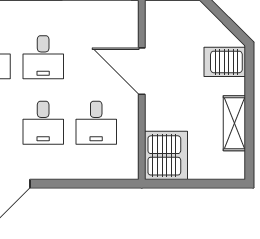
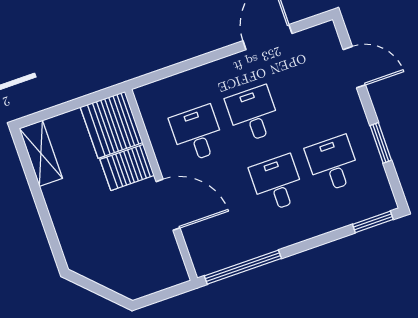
server rack: (225, 62) -> (127, 167), moved, turned 180
shelving: (234, 123) -> (41, 153), moved

